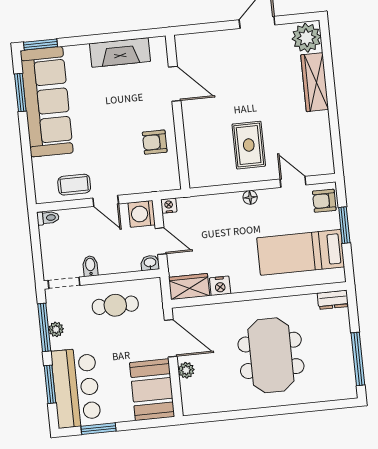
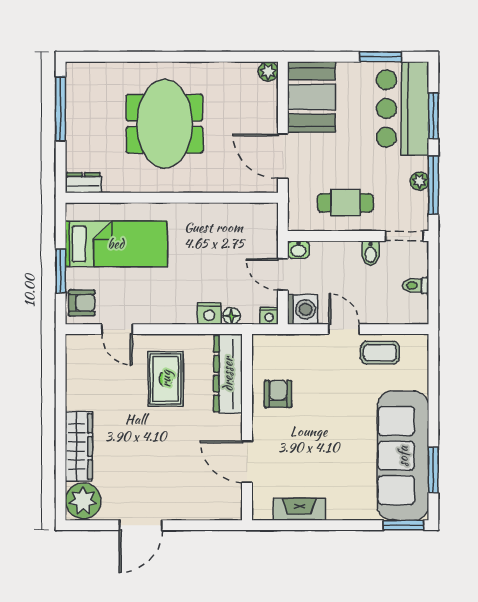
fireplace: (120, 52) -> (299, 509), width x0.73, depth x0.76
armchair: (155, 142) -> (278, 394), turned -90
dresser: (198, 155) -> (228, 374), added
floor lamp: (250, 197) -> (231, 316), moved
toilet: (48, 218) -> (416, 286), moved
nightstand: (220, 286) -> (209, 314), moved, turned 180
wardrobe: (189, 287) -> (254, 216), removed
plant: (186, 370) -> (268, 71), moved

